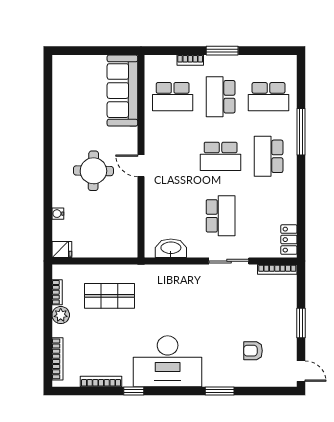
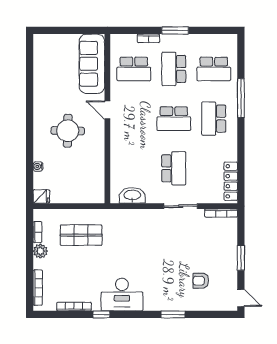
door: (141, 166) -> (107, 110), moved
locker: (289, 240) -> (231, 181), width x1.53
desk: (168, 361) -> (122, 295), width x0.73, depth x0.77

